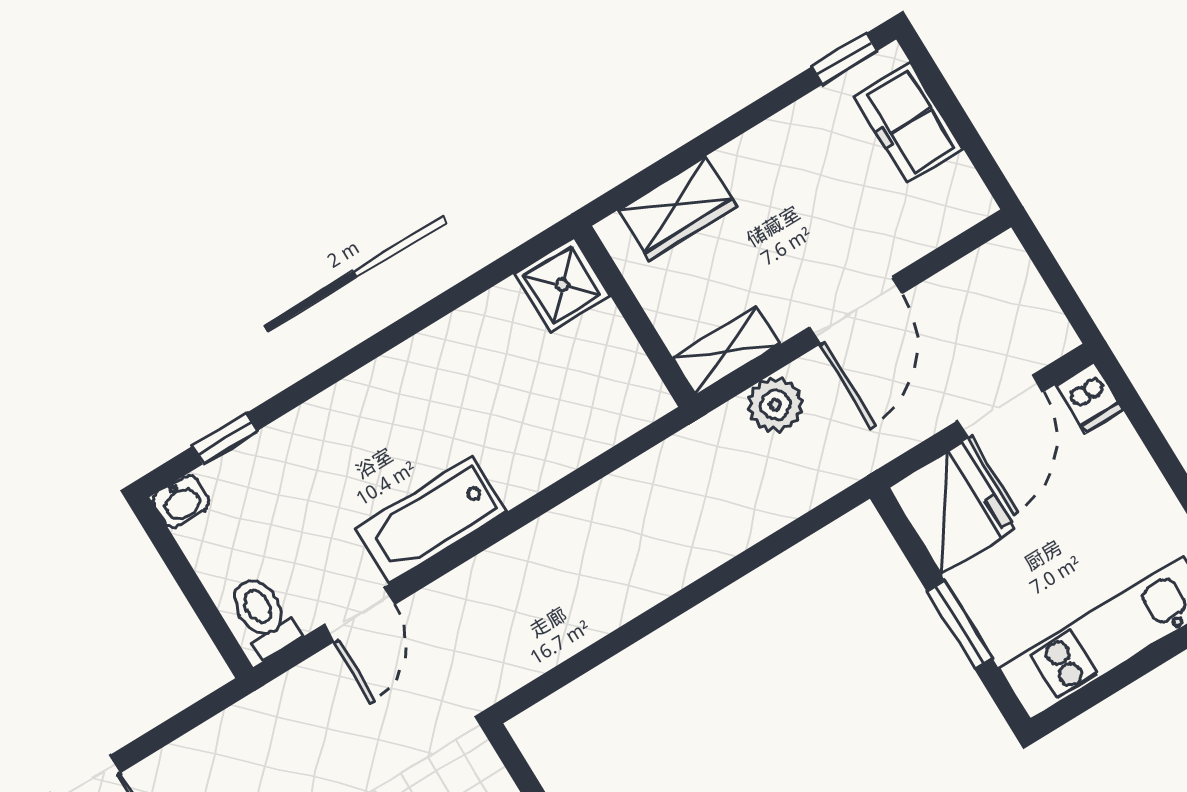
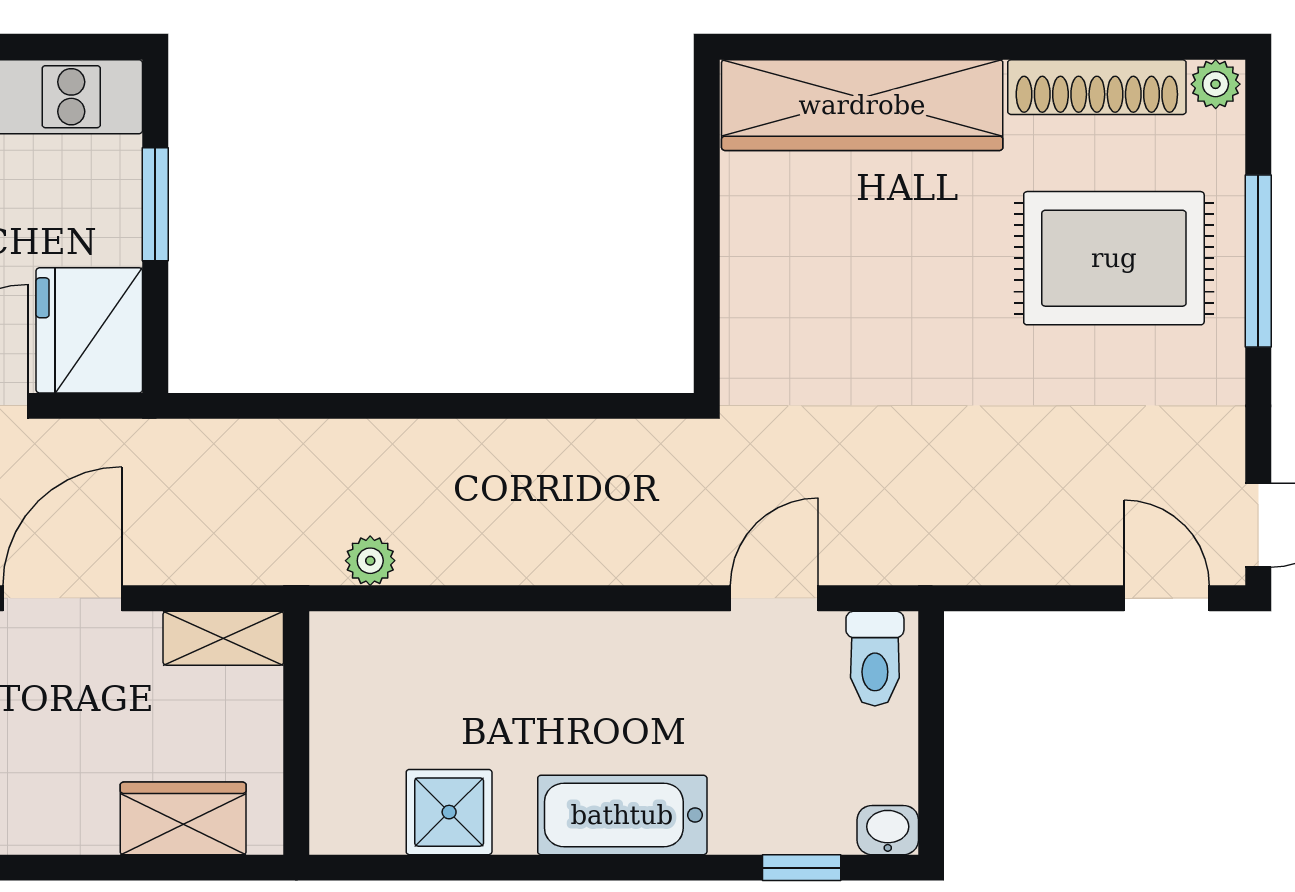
shower: (562, 285) -> (449, 812), moved
plant: (775, 405) -> (370, 561), moved, width x0.73, depth x0.73
bathtub: (431, 520) -> (622, 815), moved, turned 180

